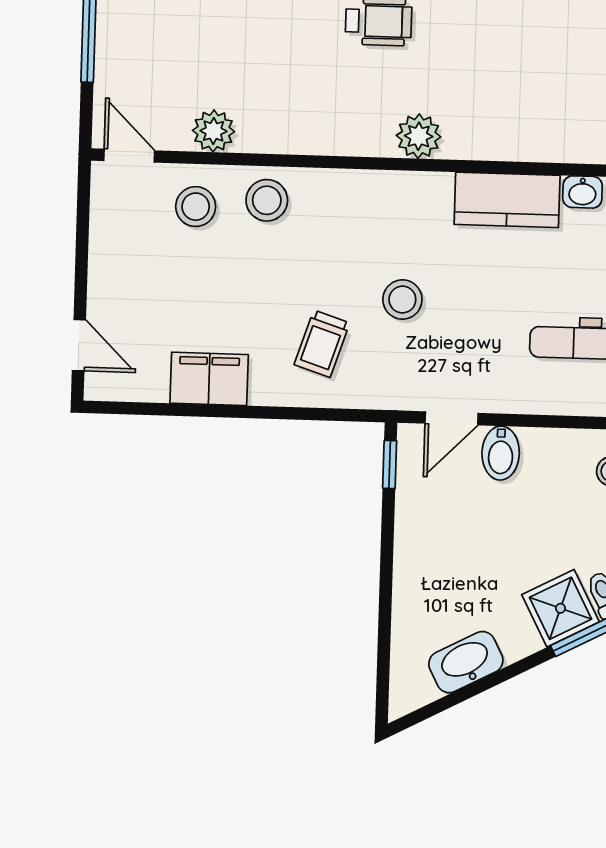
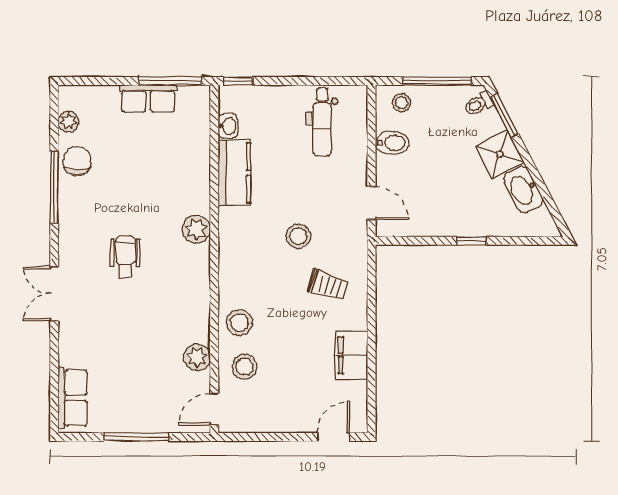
bidet: (501, 453) -> (392, 143), moved
window: (390, 465) -> (471, 241), moved
shower: (561, 608) -> (500, 154), moved

